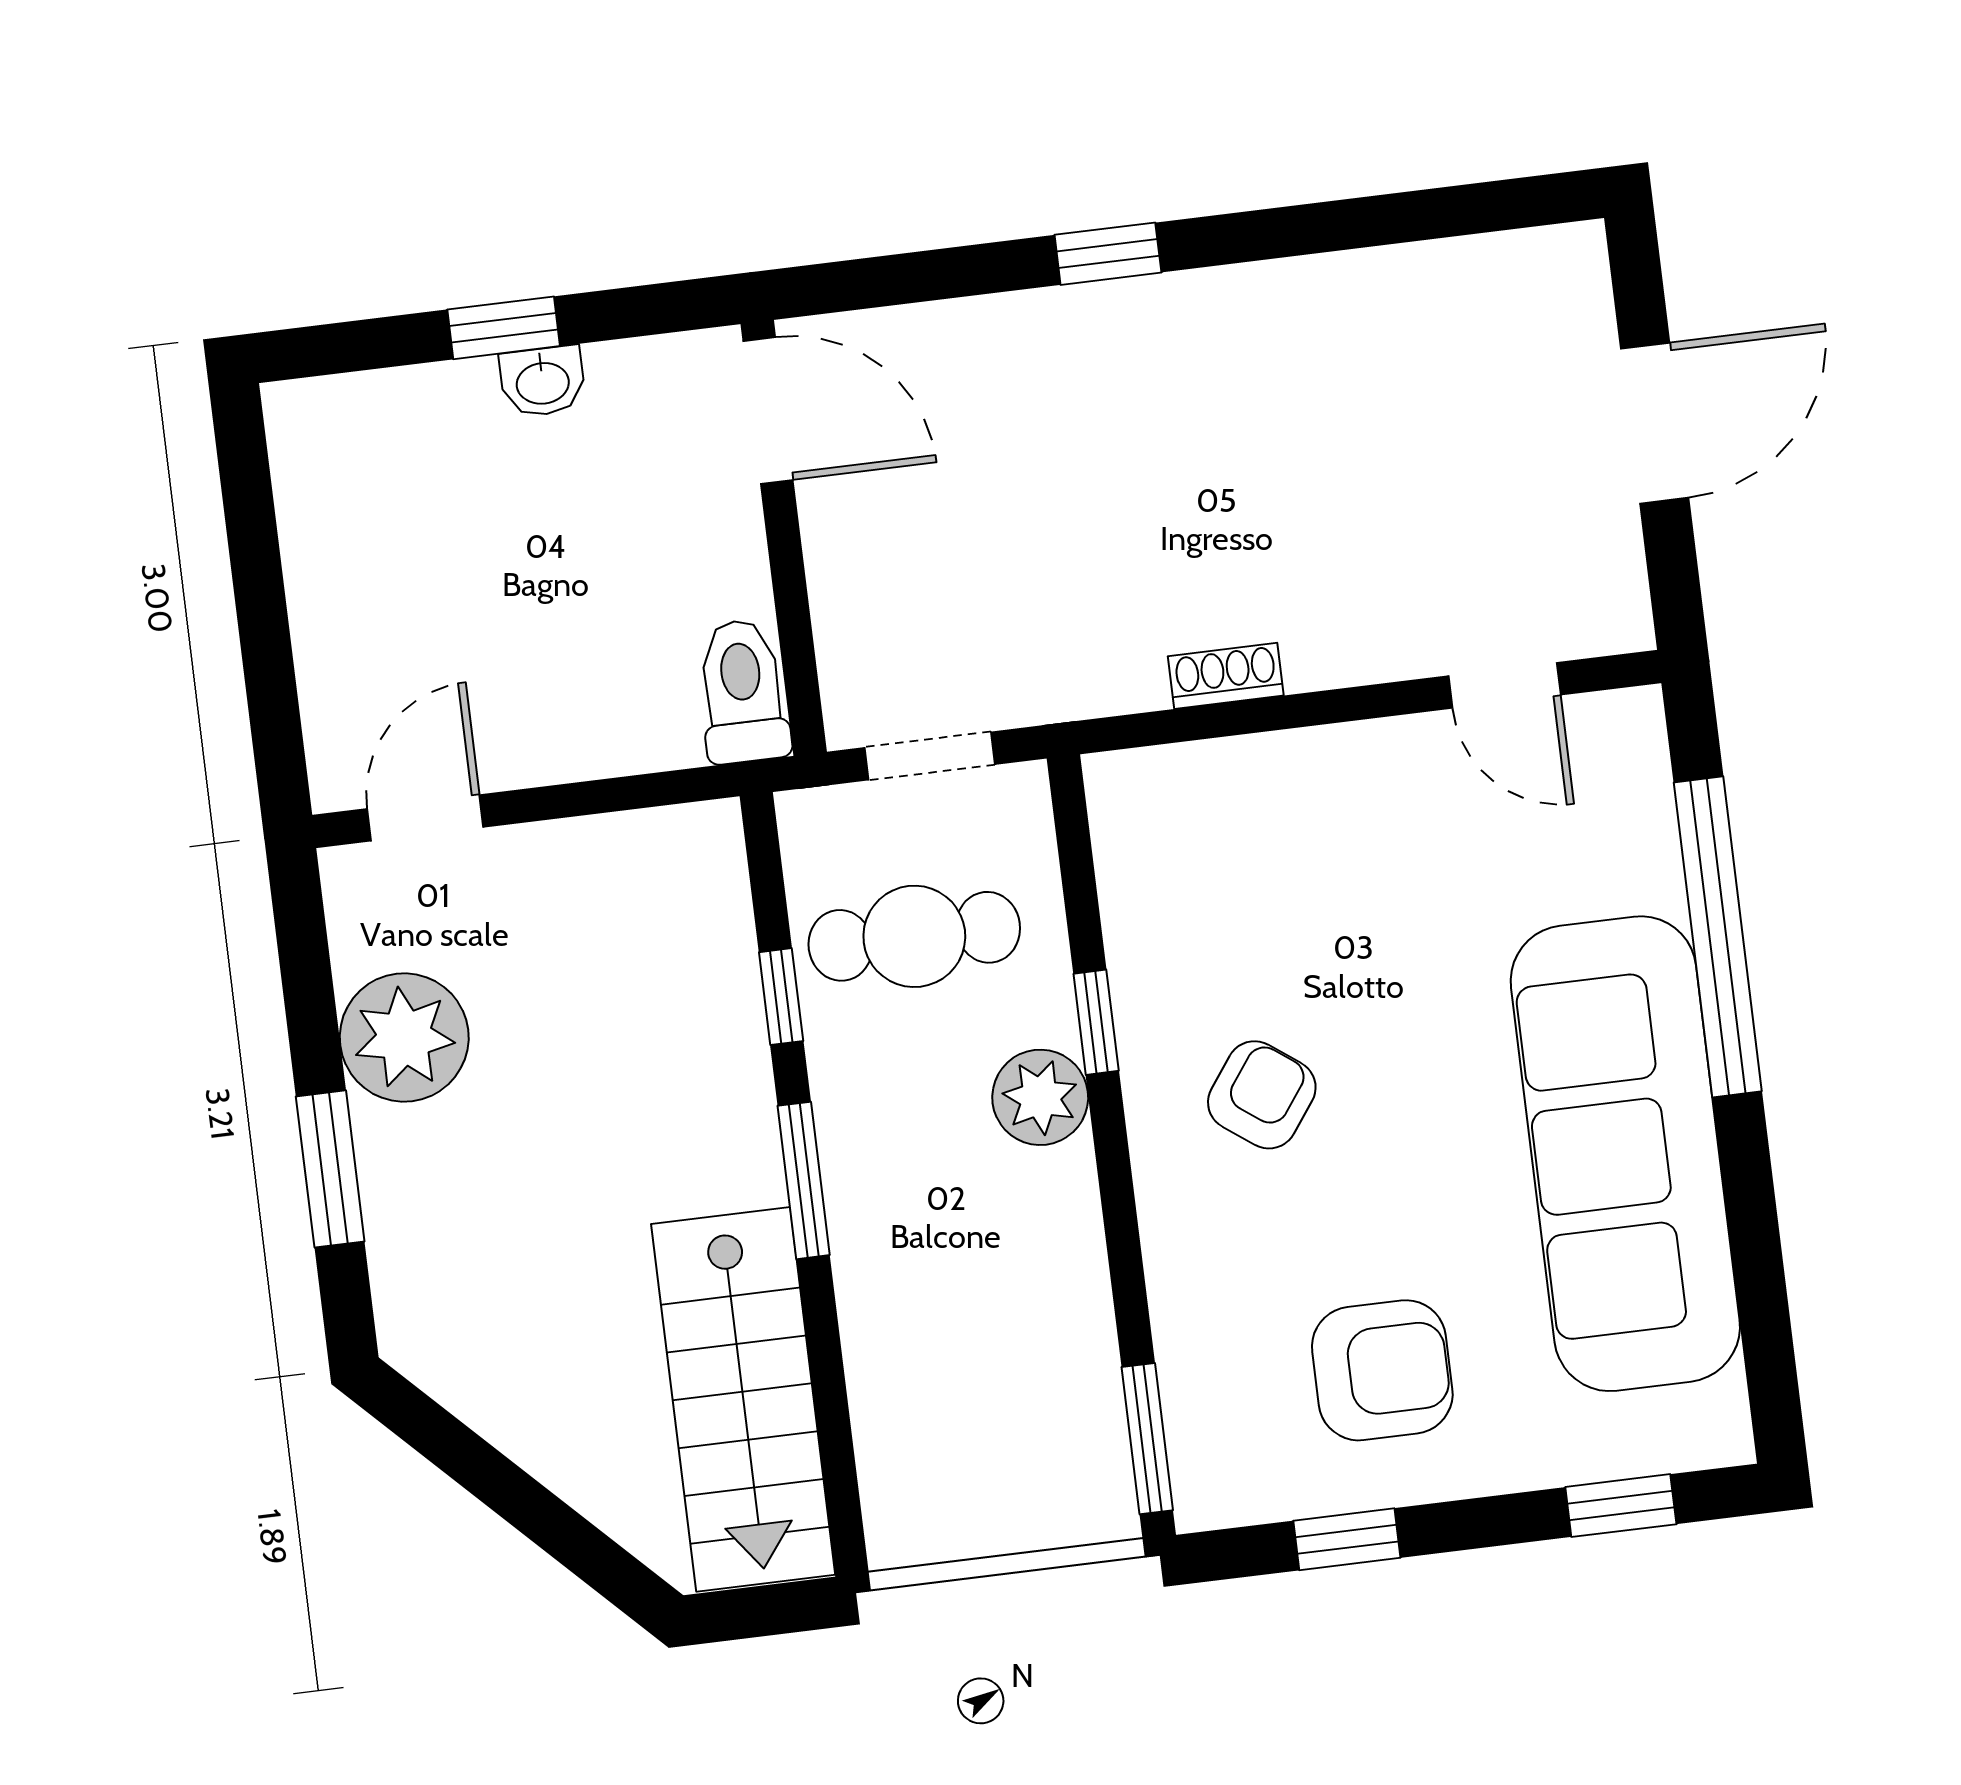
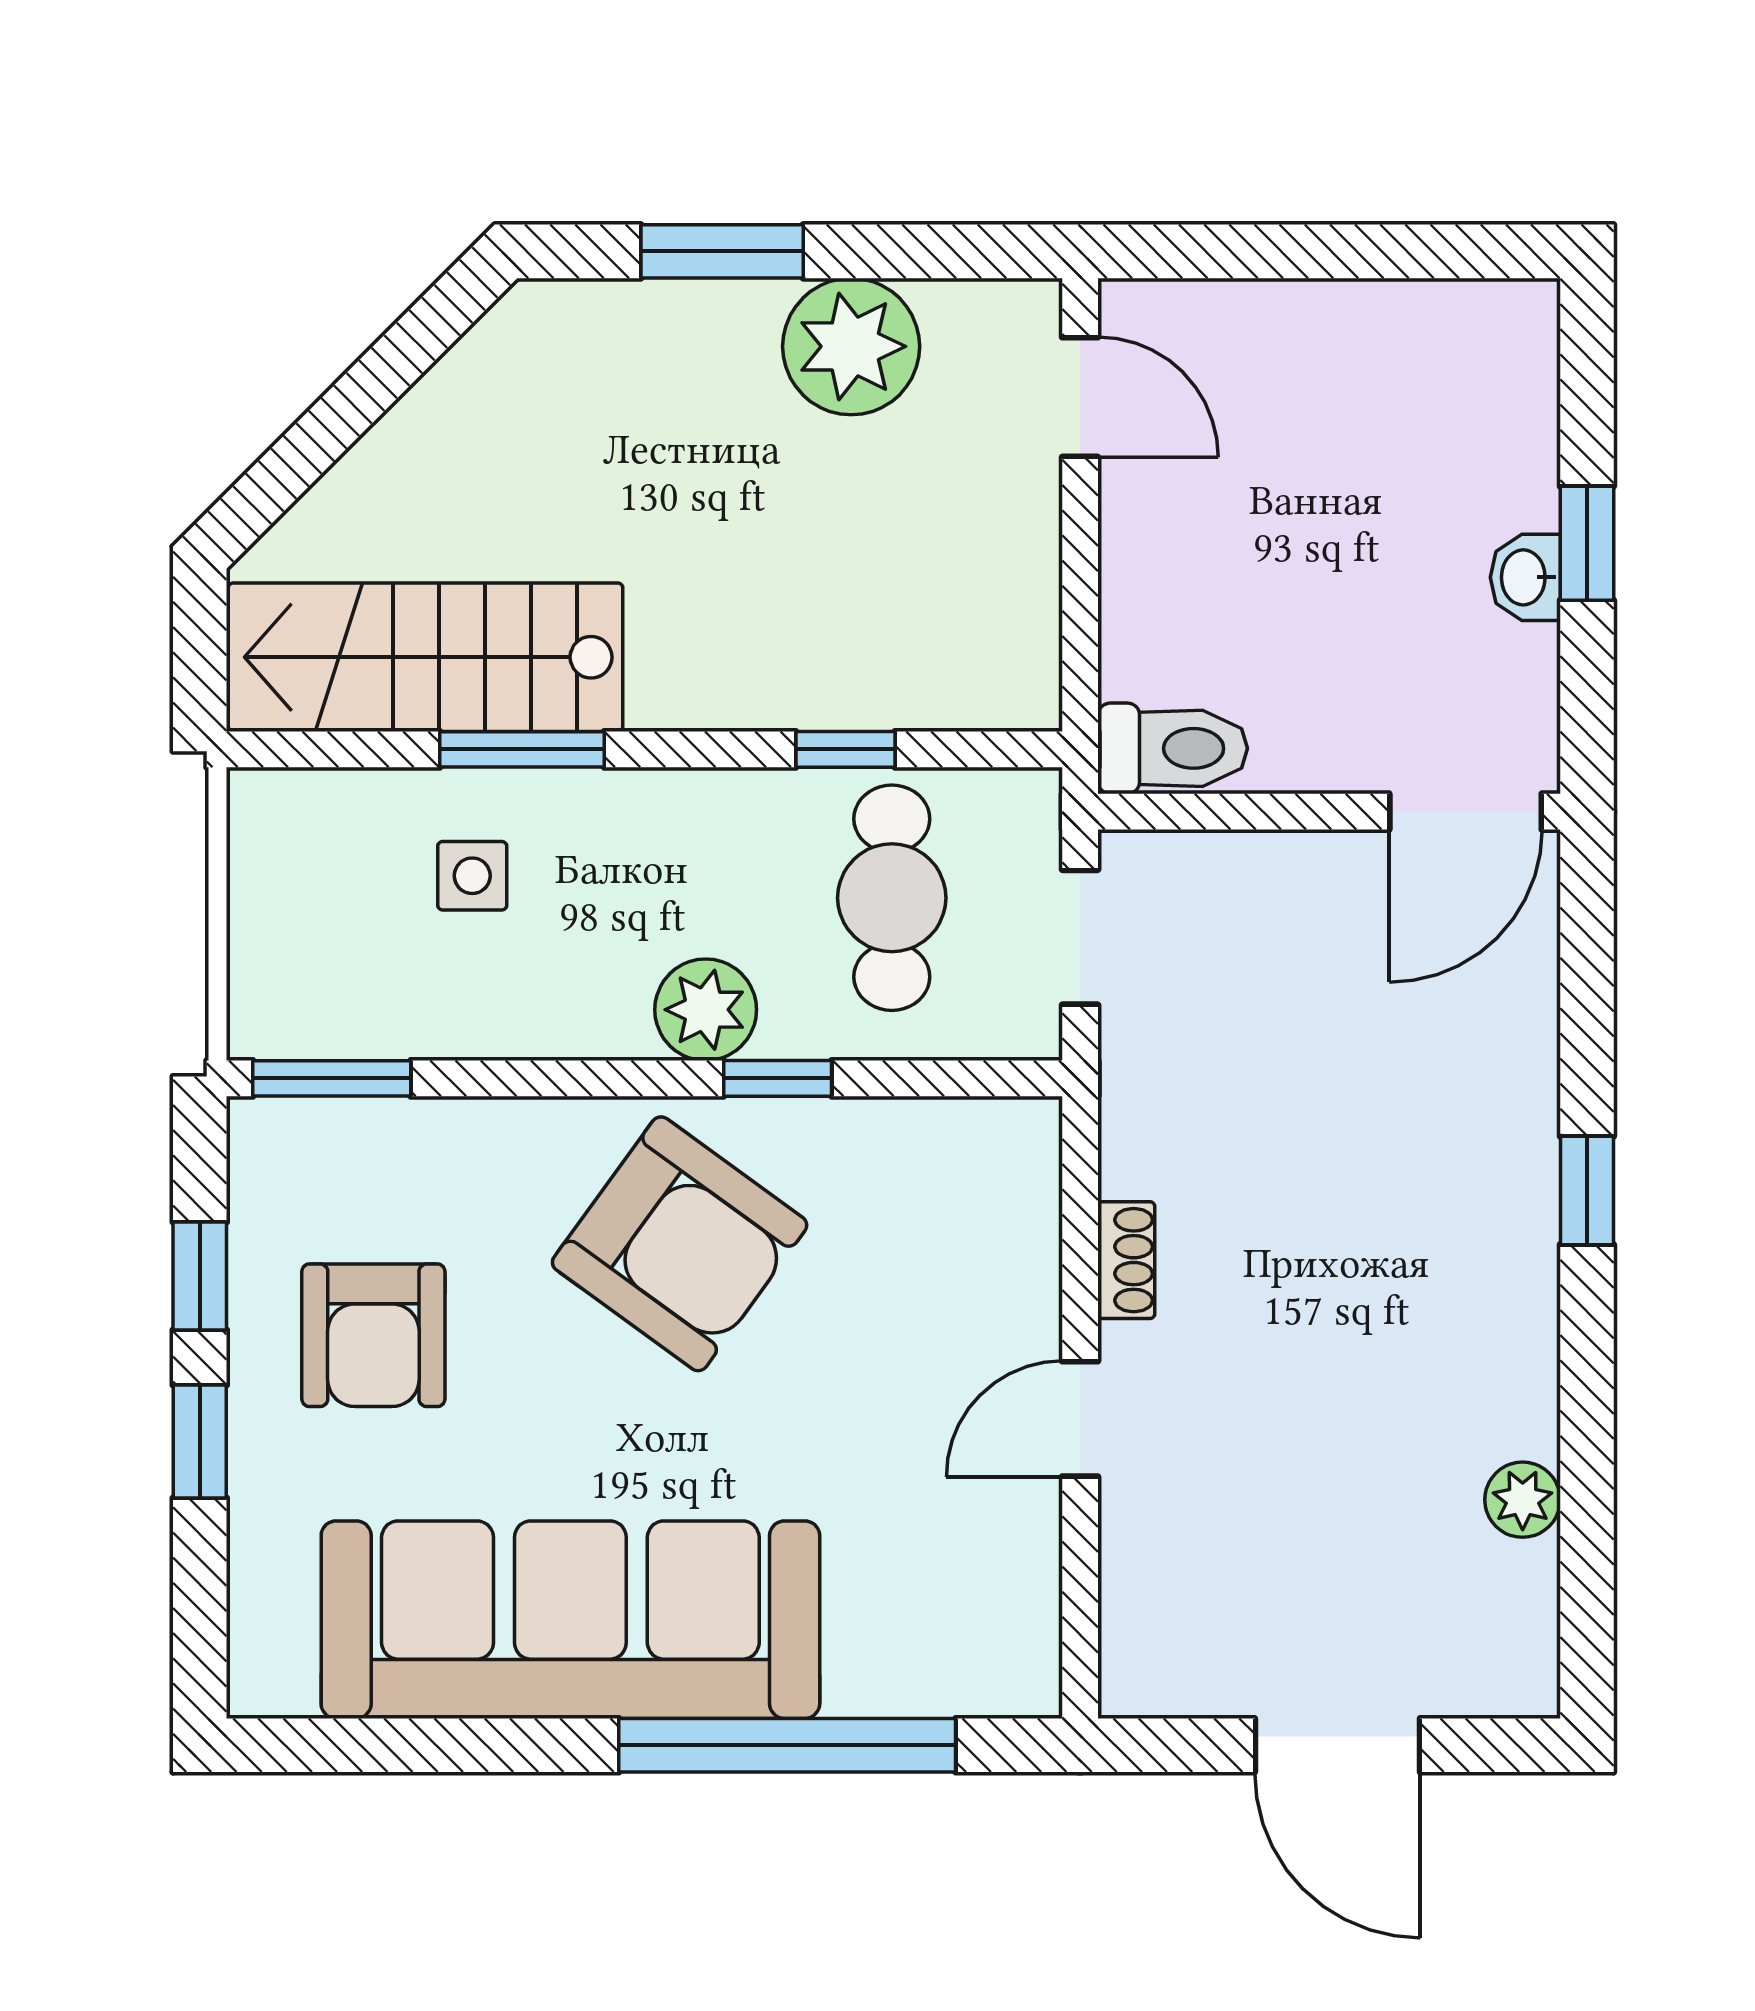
plant: (1404, 278) -> (1523, 1500), added
door: (1505, 685) -> (1080, 1419), moved
armchair: (1262, 1095) -> (680, 1244), width x1.88, depth x1.88
window: (804, 1180) -> (522, 749), moved
side table: (942, 1331) -> (472, 876), added
window: (1621, 1506) -> (200, 1441), moved

